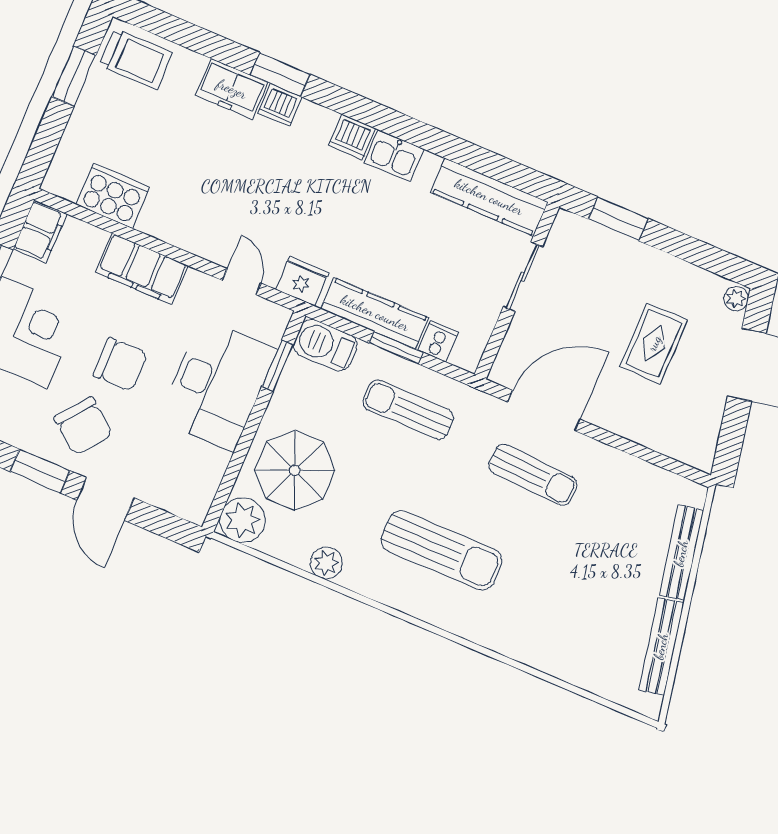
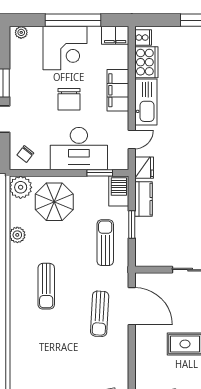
kitchen sink: (185, 227) -> (146, 102), added
kitchen counter: (375, 313) -> (143, 199), width x0.67
cooker: (438, 341) -> (143, 38), moved
chair: (83, 426) -> (25, 154), moved, width x0.54, depth x0.54
sun lounger: (442, 550) -> (46, 286), width x0.73, depth x0.75

